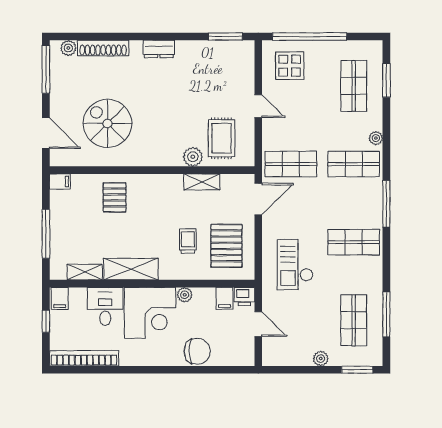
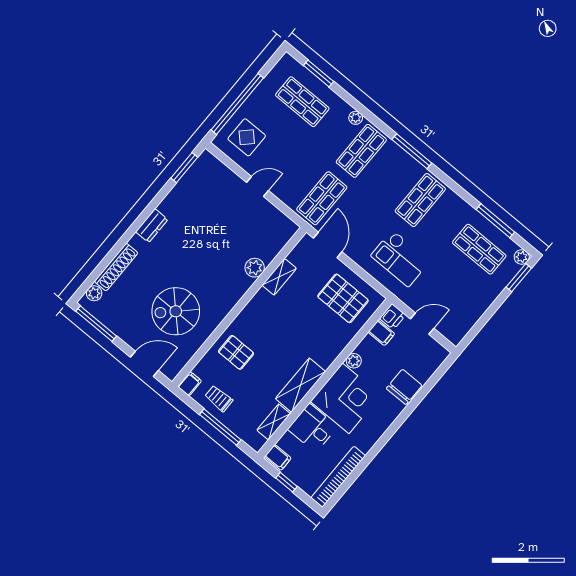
rug: (222, 138) -> (259, 234), removed
trolley: (188, 241) -> (219, 398), moved
plant: (321, 359) -> (522, 257), moved

